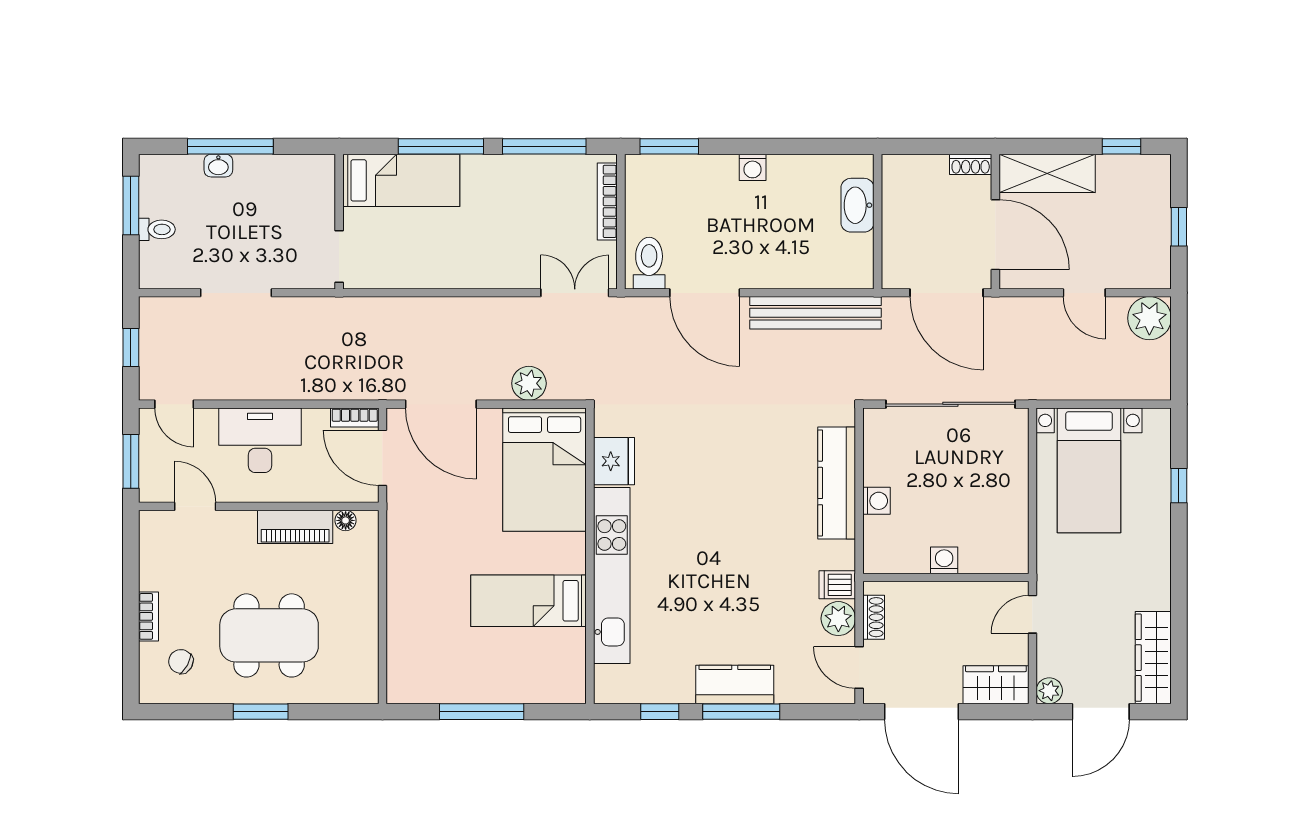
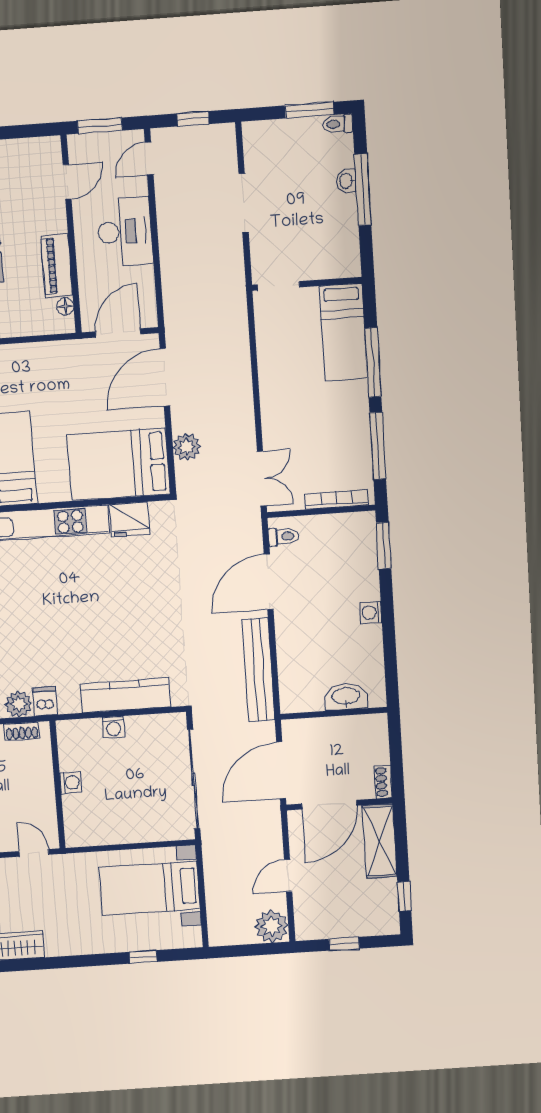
toilet: (157, 229) -> (337, 124), moved, turned 90
toilet: (649, 263) -> (284, 536), width x0.73, depth x0.72
bookcase: (355, 418) -> (149, 308), removed

